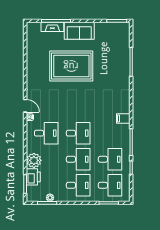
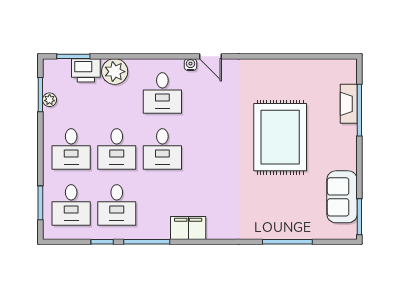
sofa: (79, 31) -> (342, 197), moved
door: (25, 106) -> (210, 56), hinge flipped
filing cabinet: (123, 119) -> (188, 228), width x2.00

